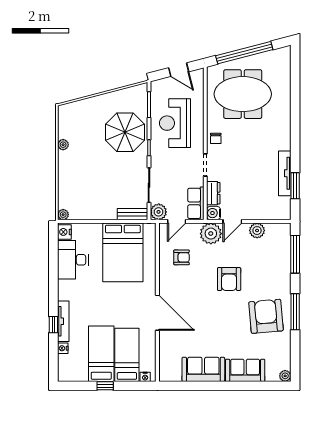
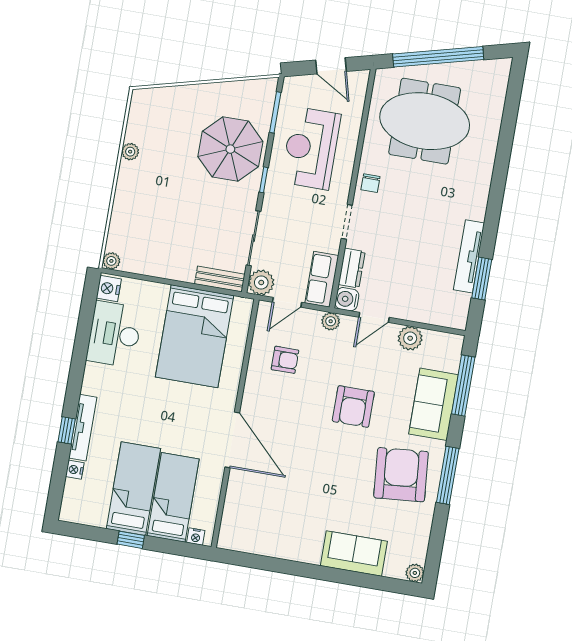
plant: (211, 234) -> (331, 321), width x0.53, depth x0.53
sofa: (203, 369) -> (433, 404), moved, turned -90

